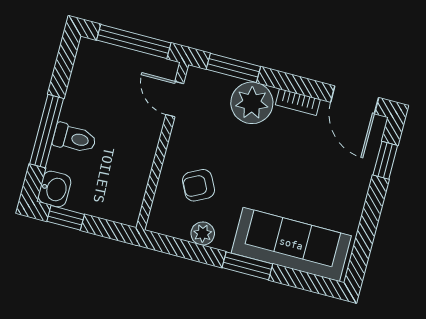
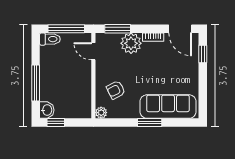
toilet: (74, 138) -> (50, 39), moved
plant: (203, 233) -> (101, 113), moved

